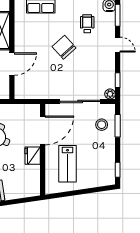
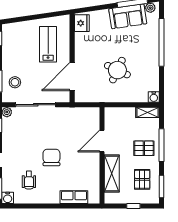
chair: (64, 47) -> (51, 157), turned -138
fridge: (33, 156) -> (82, 23), moved

